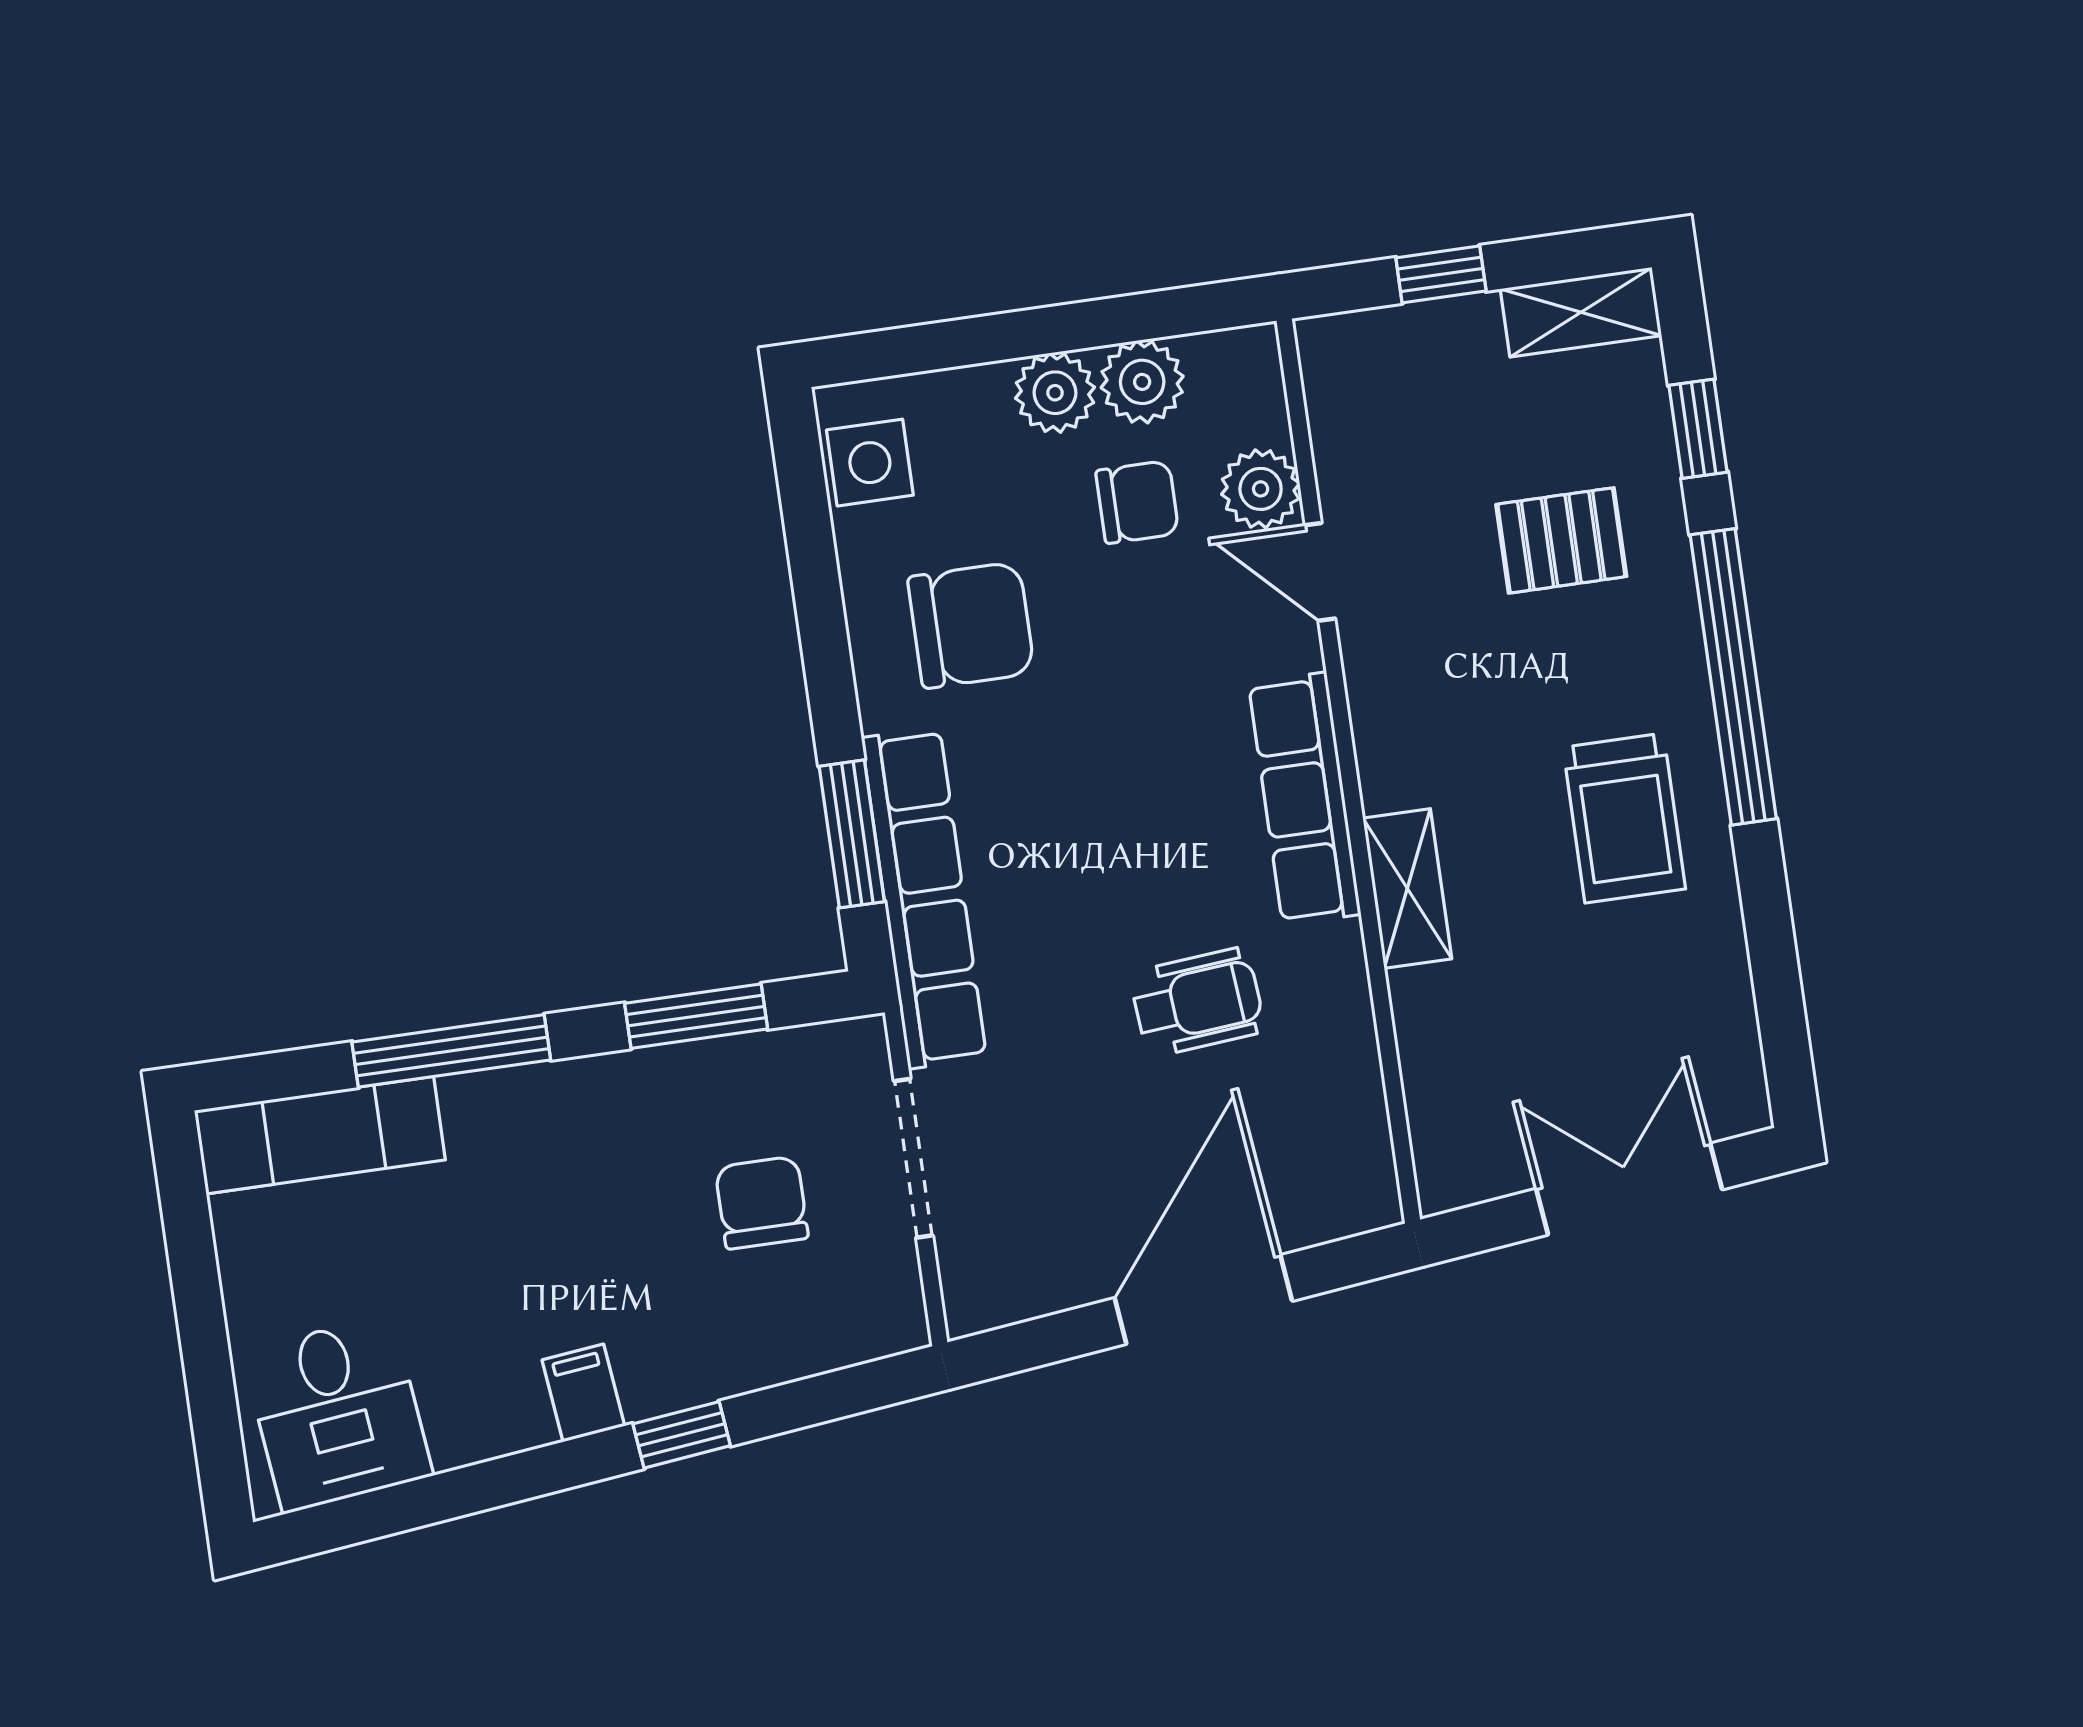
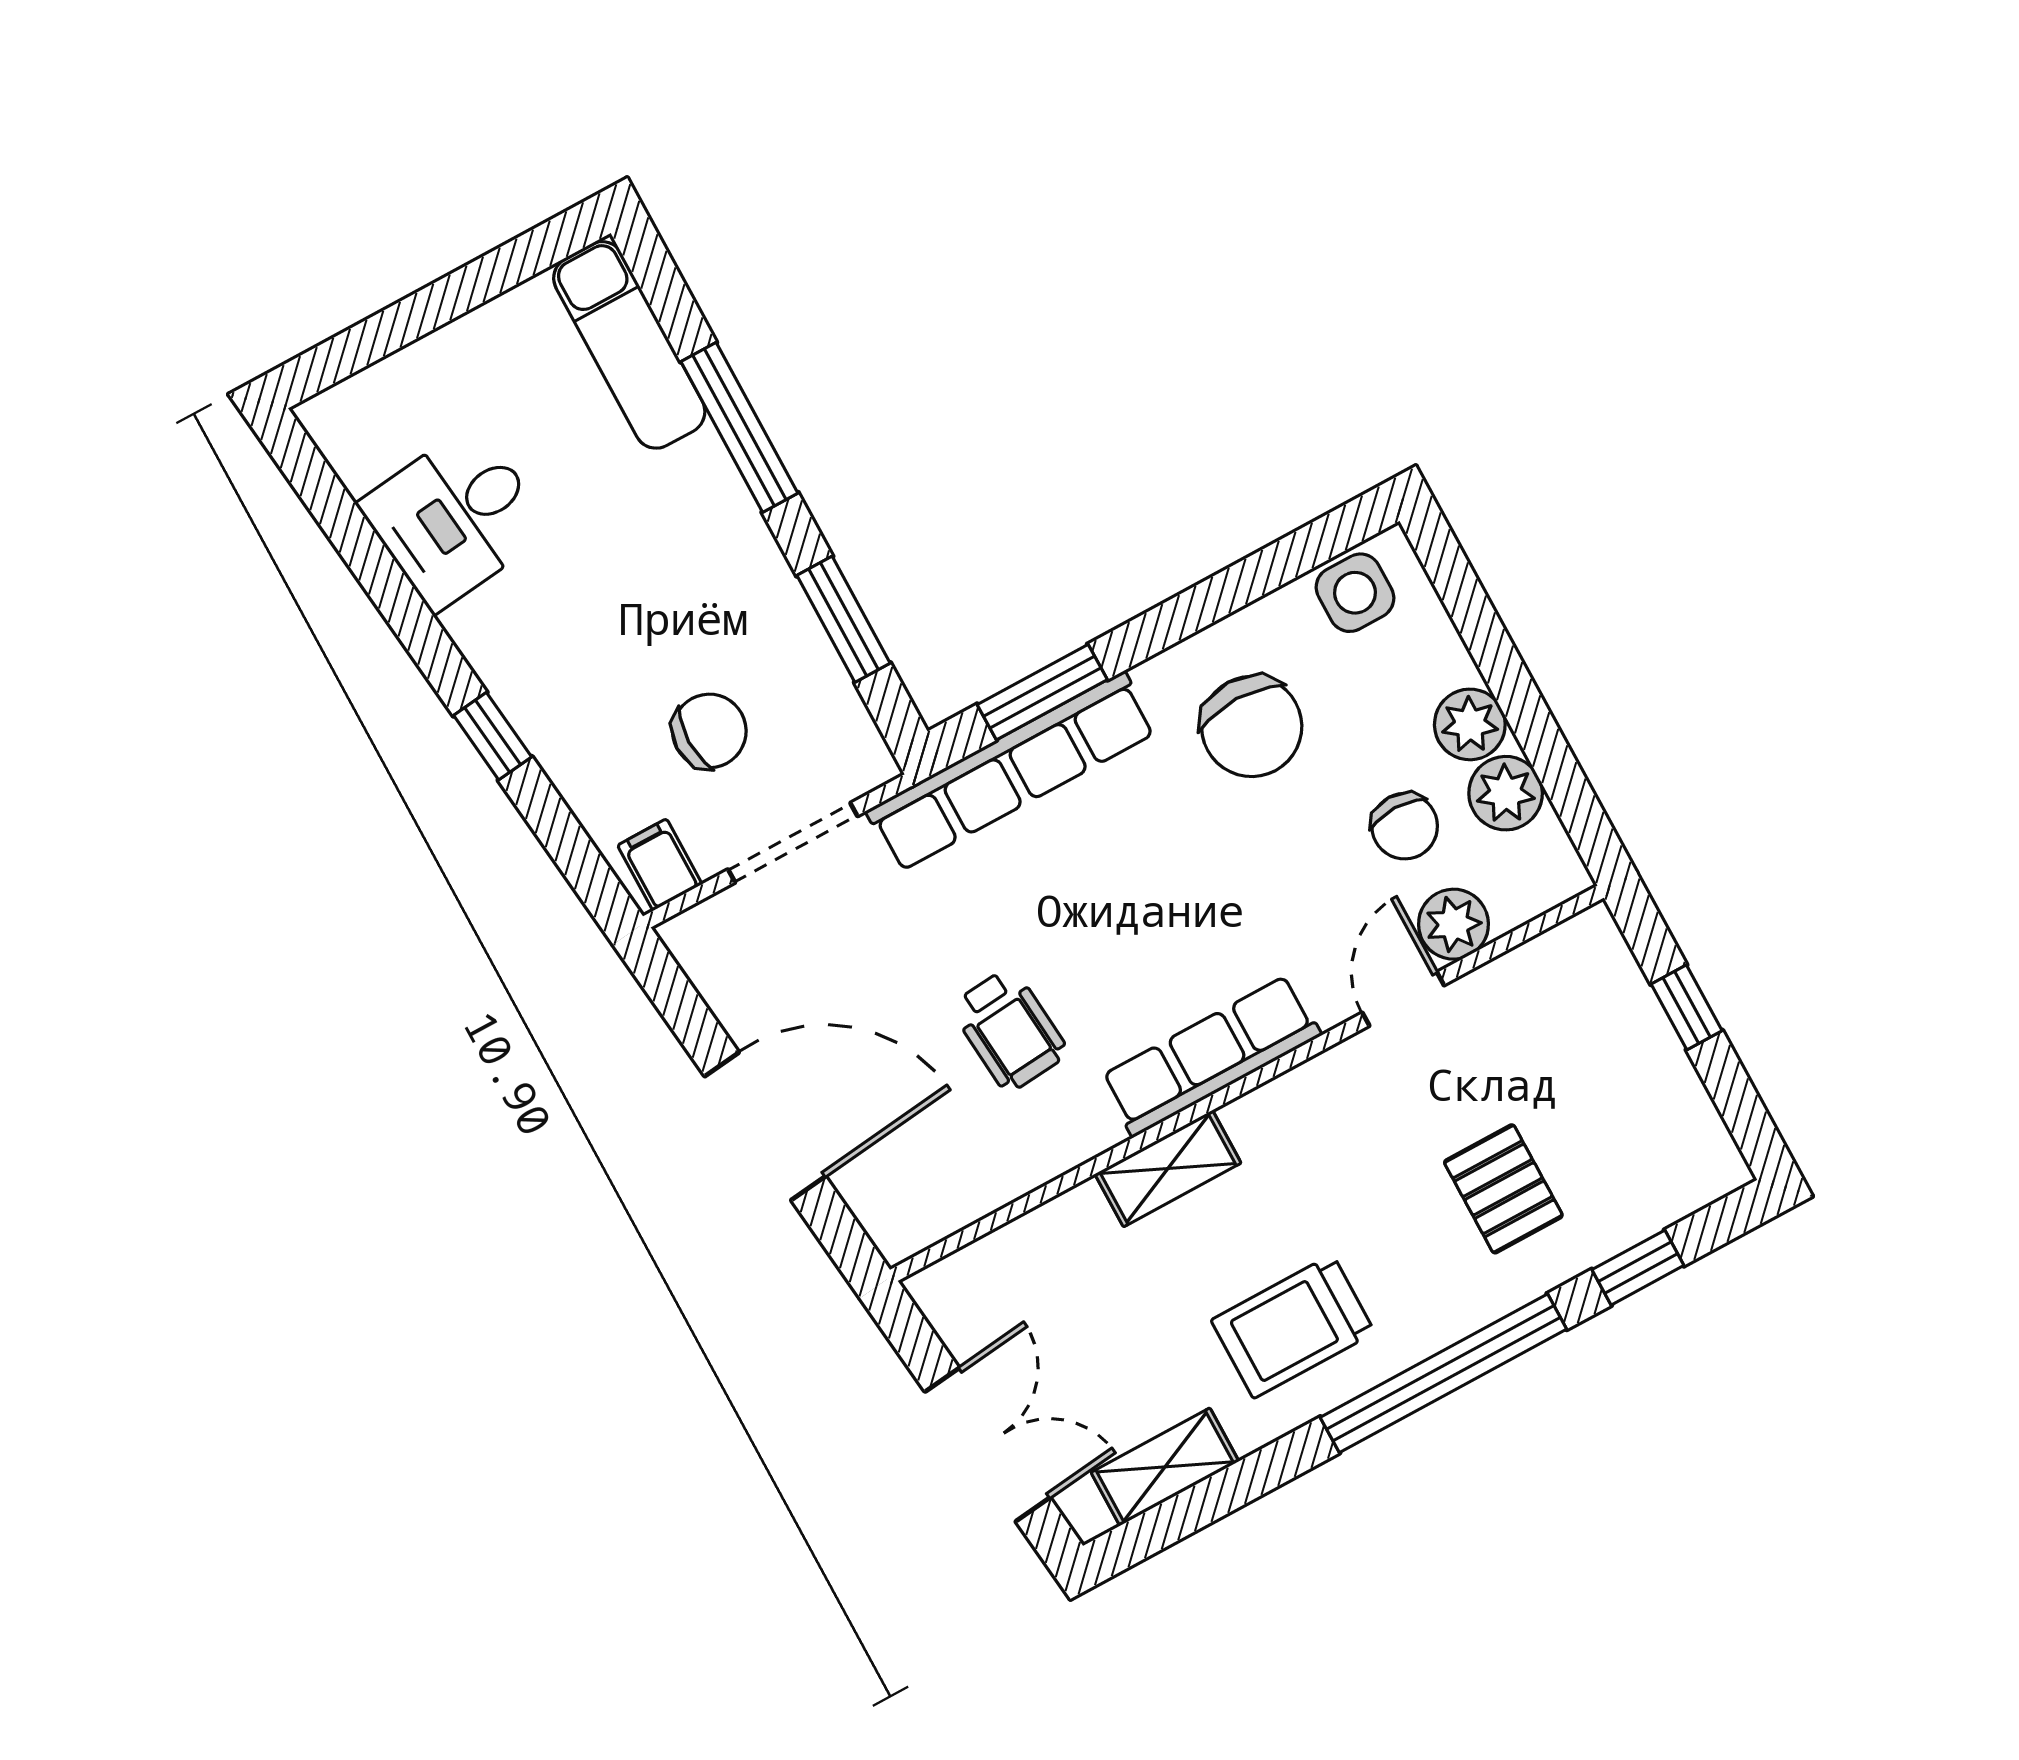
shelving: (1581, 312) -> (1165, 1467), moved, turned 90
filing cabinet: (583, 1393) -> (660, 865), moved, turned -84
desk: (337, 1414) -> (455, 517), moved

